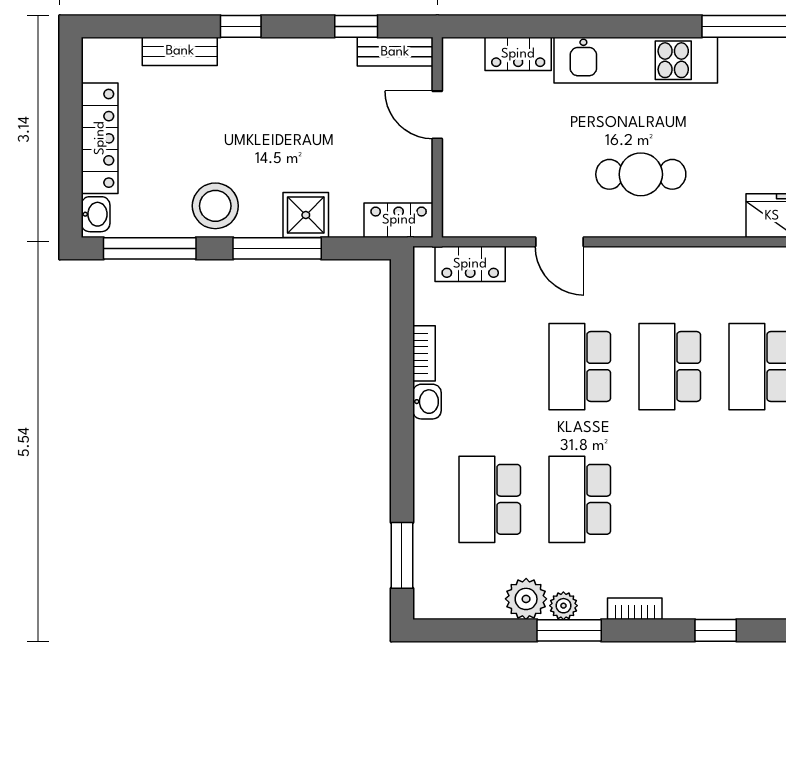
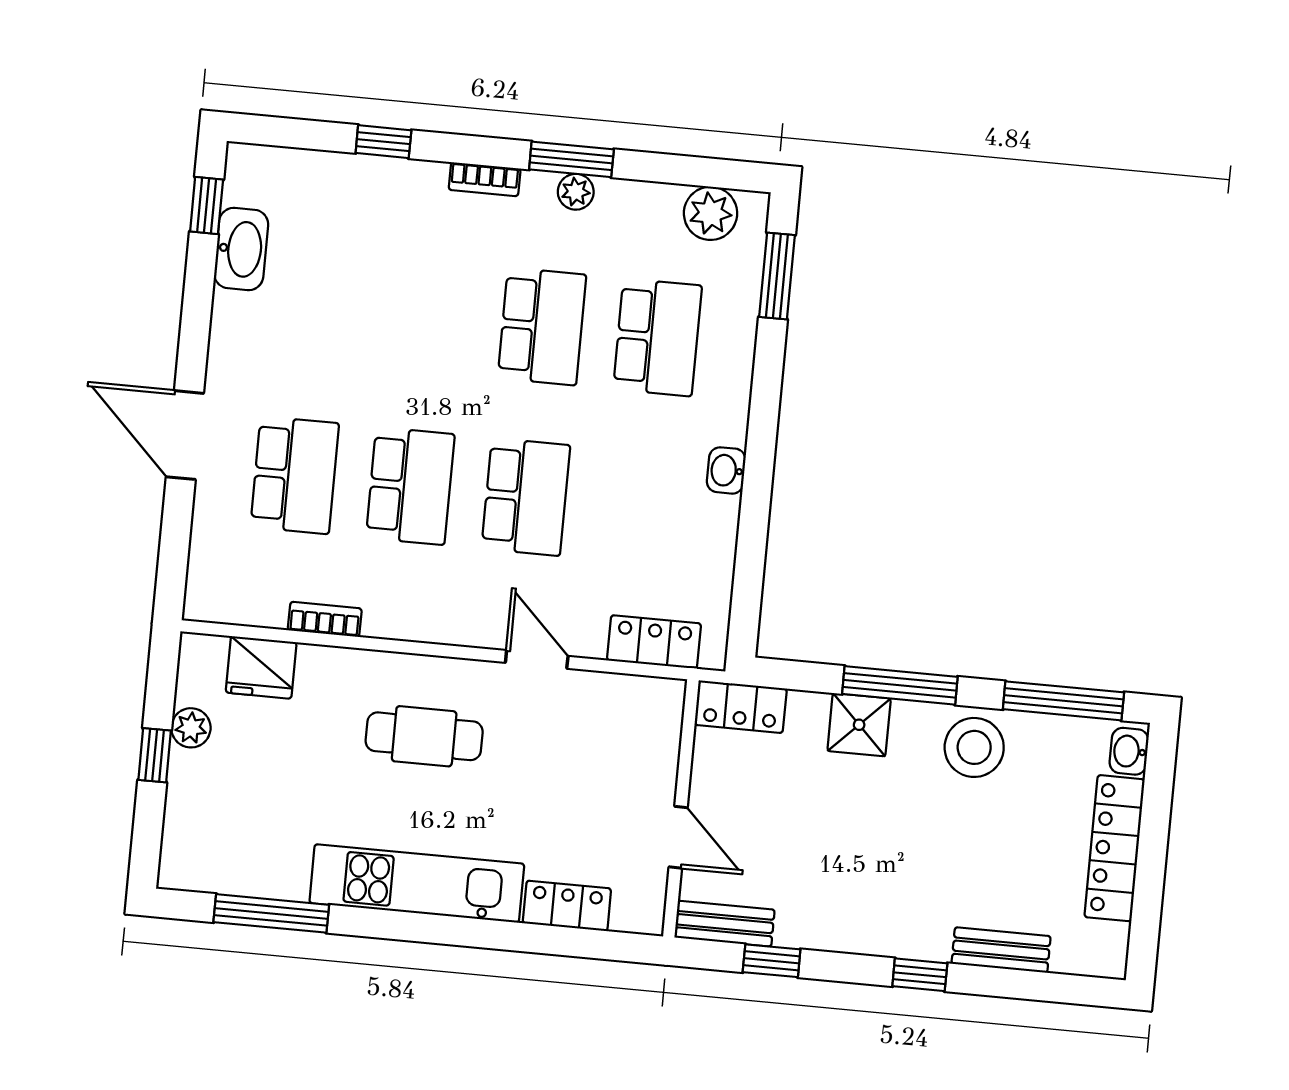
bookcase: (424, 353) -> (325, 619), moved, turned 90
plant: (526, 599) -> (711, 213), moved

